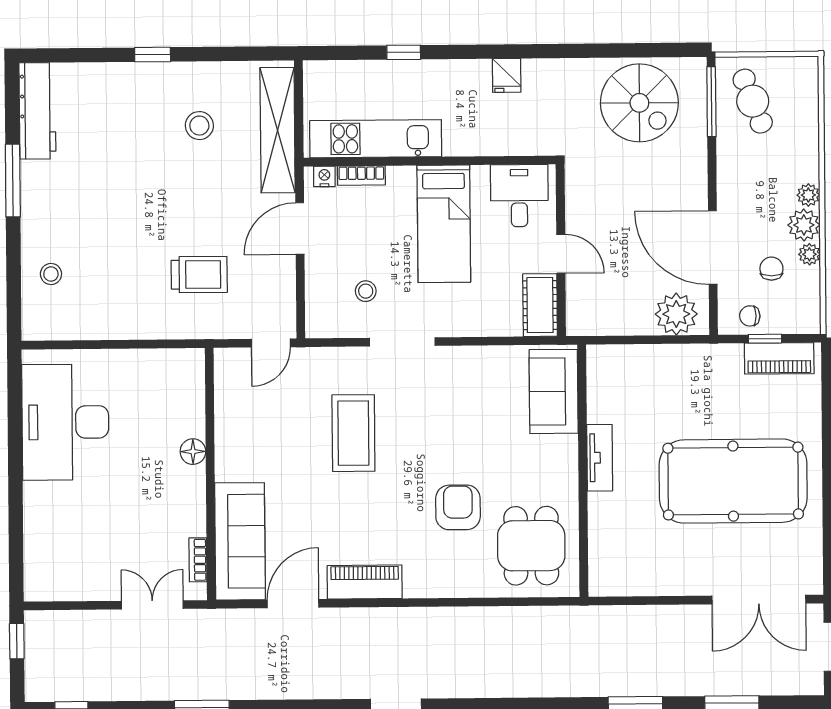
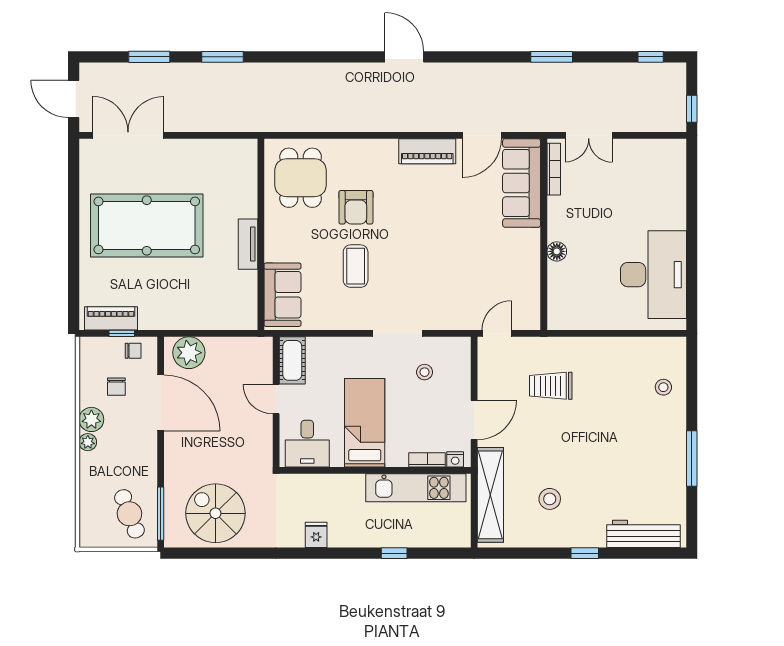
workbench: (37, 111) -> (643, 534), moved, turned 90
plant: (809, 254) -> (87, 397), removed
coffee table: (353, 433) -> (356, 266), moved, width x0.73, depth x0.76
bookcase: (198, 560) -> (554, 169), width x1.56

